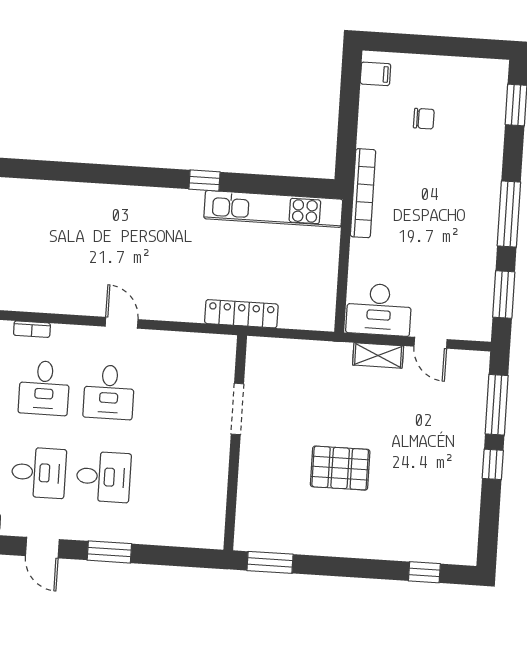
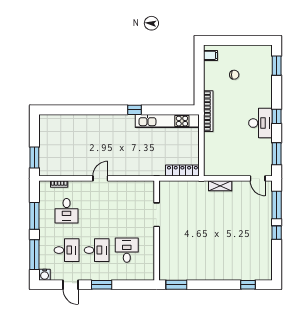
window: (509, 214) -> (277, 116), width x0.46
desk: (379, 309) -> (260, 123), moved, turned -90
locker: (241, 314) -> (182, 170), moved
door: (122, 323) -> (100, 178), hinge flipped
door: (431, 343) -> (258, 178), moved
desk: (109, 392) -> (127, 250), moved, turned 180
pallet: (340, 468) -> (206, 239), removed

